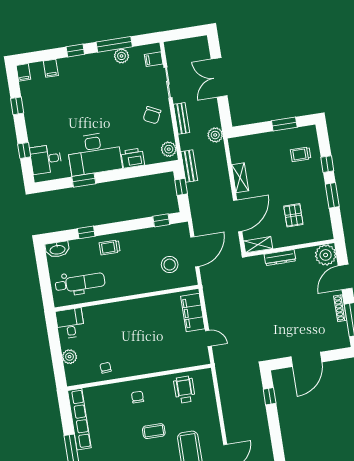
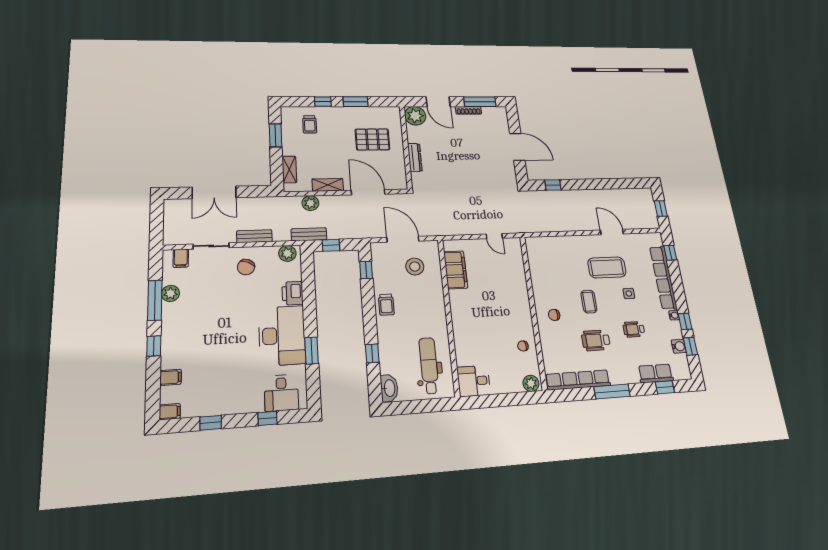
chair: (152, 115) -> (246, 267), turned 88
plant: (215, 135) -> (310, 203), moved
pallet: (293, 215) -> (372, 139), width x1.50, depth x1.42
shelving: (258, 245) -> (289, 169), moved
trolley: (110, 247) -> (386, 305), moved
filing cabinet: (193, 312) -> (456, 270), moved, turned -90
door: (208, 338) -> (494, 236), swing flipped
plant: (70, 357) -> (531, 383), moved
wheelchair: (184, 390) -> (596, 340), moved

